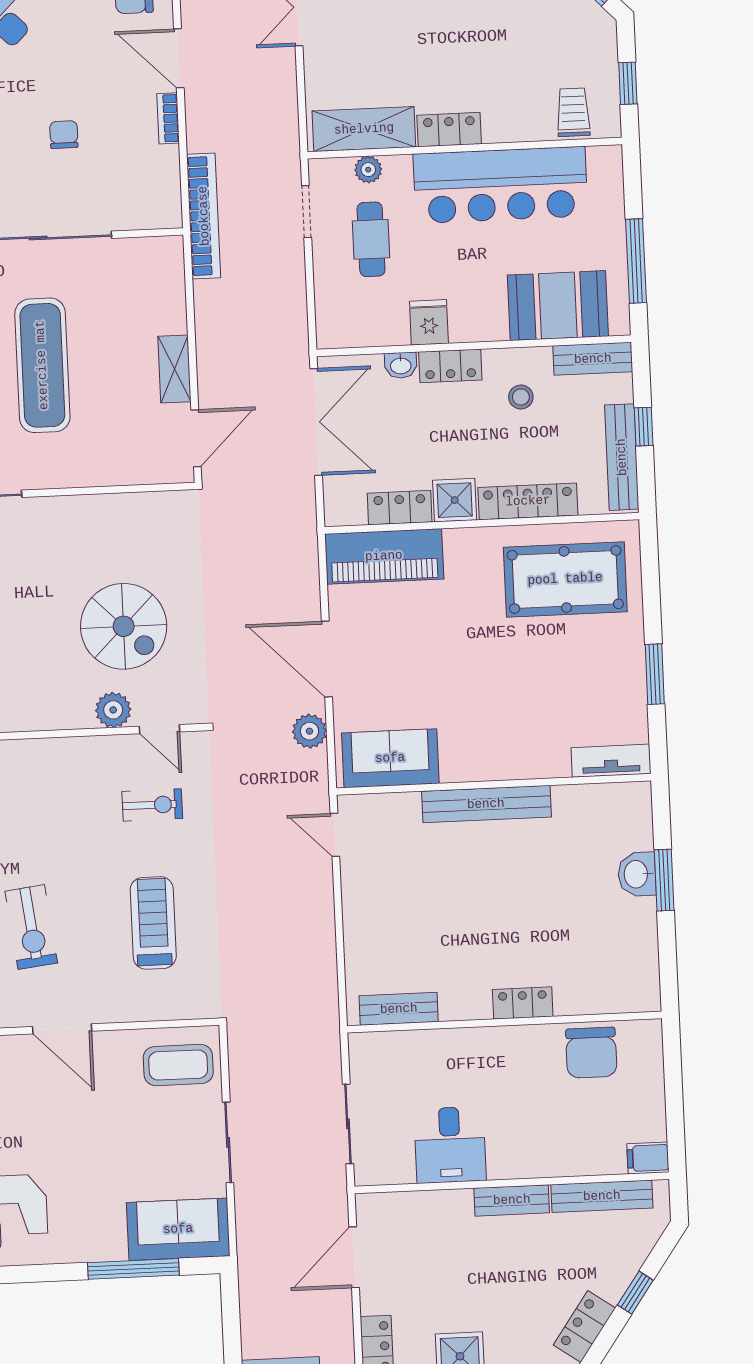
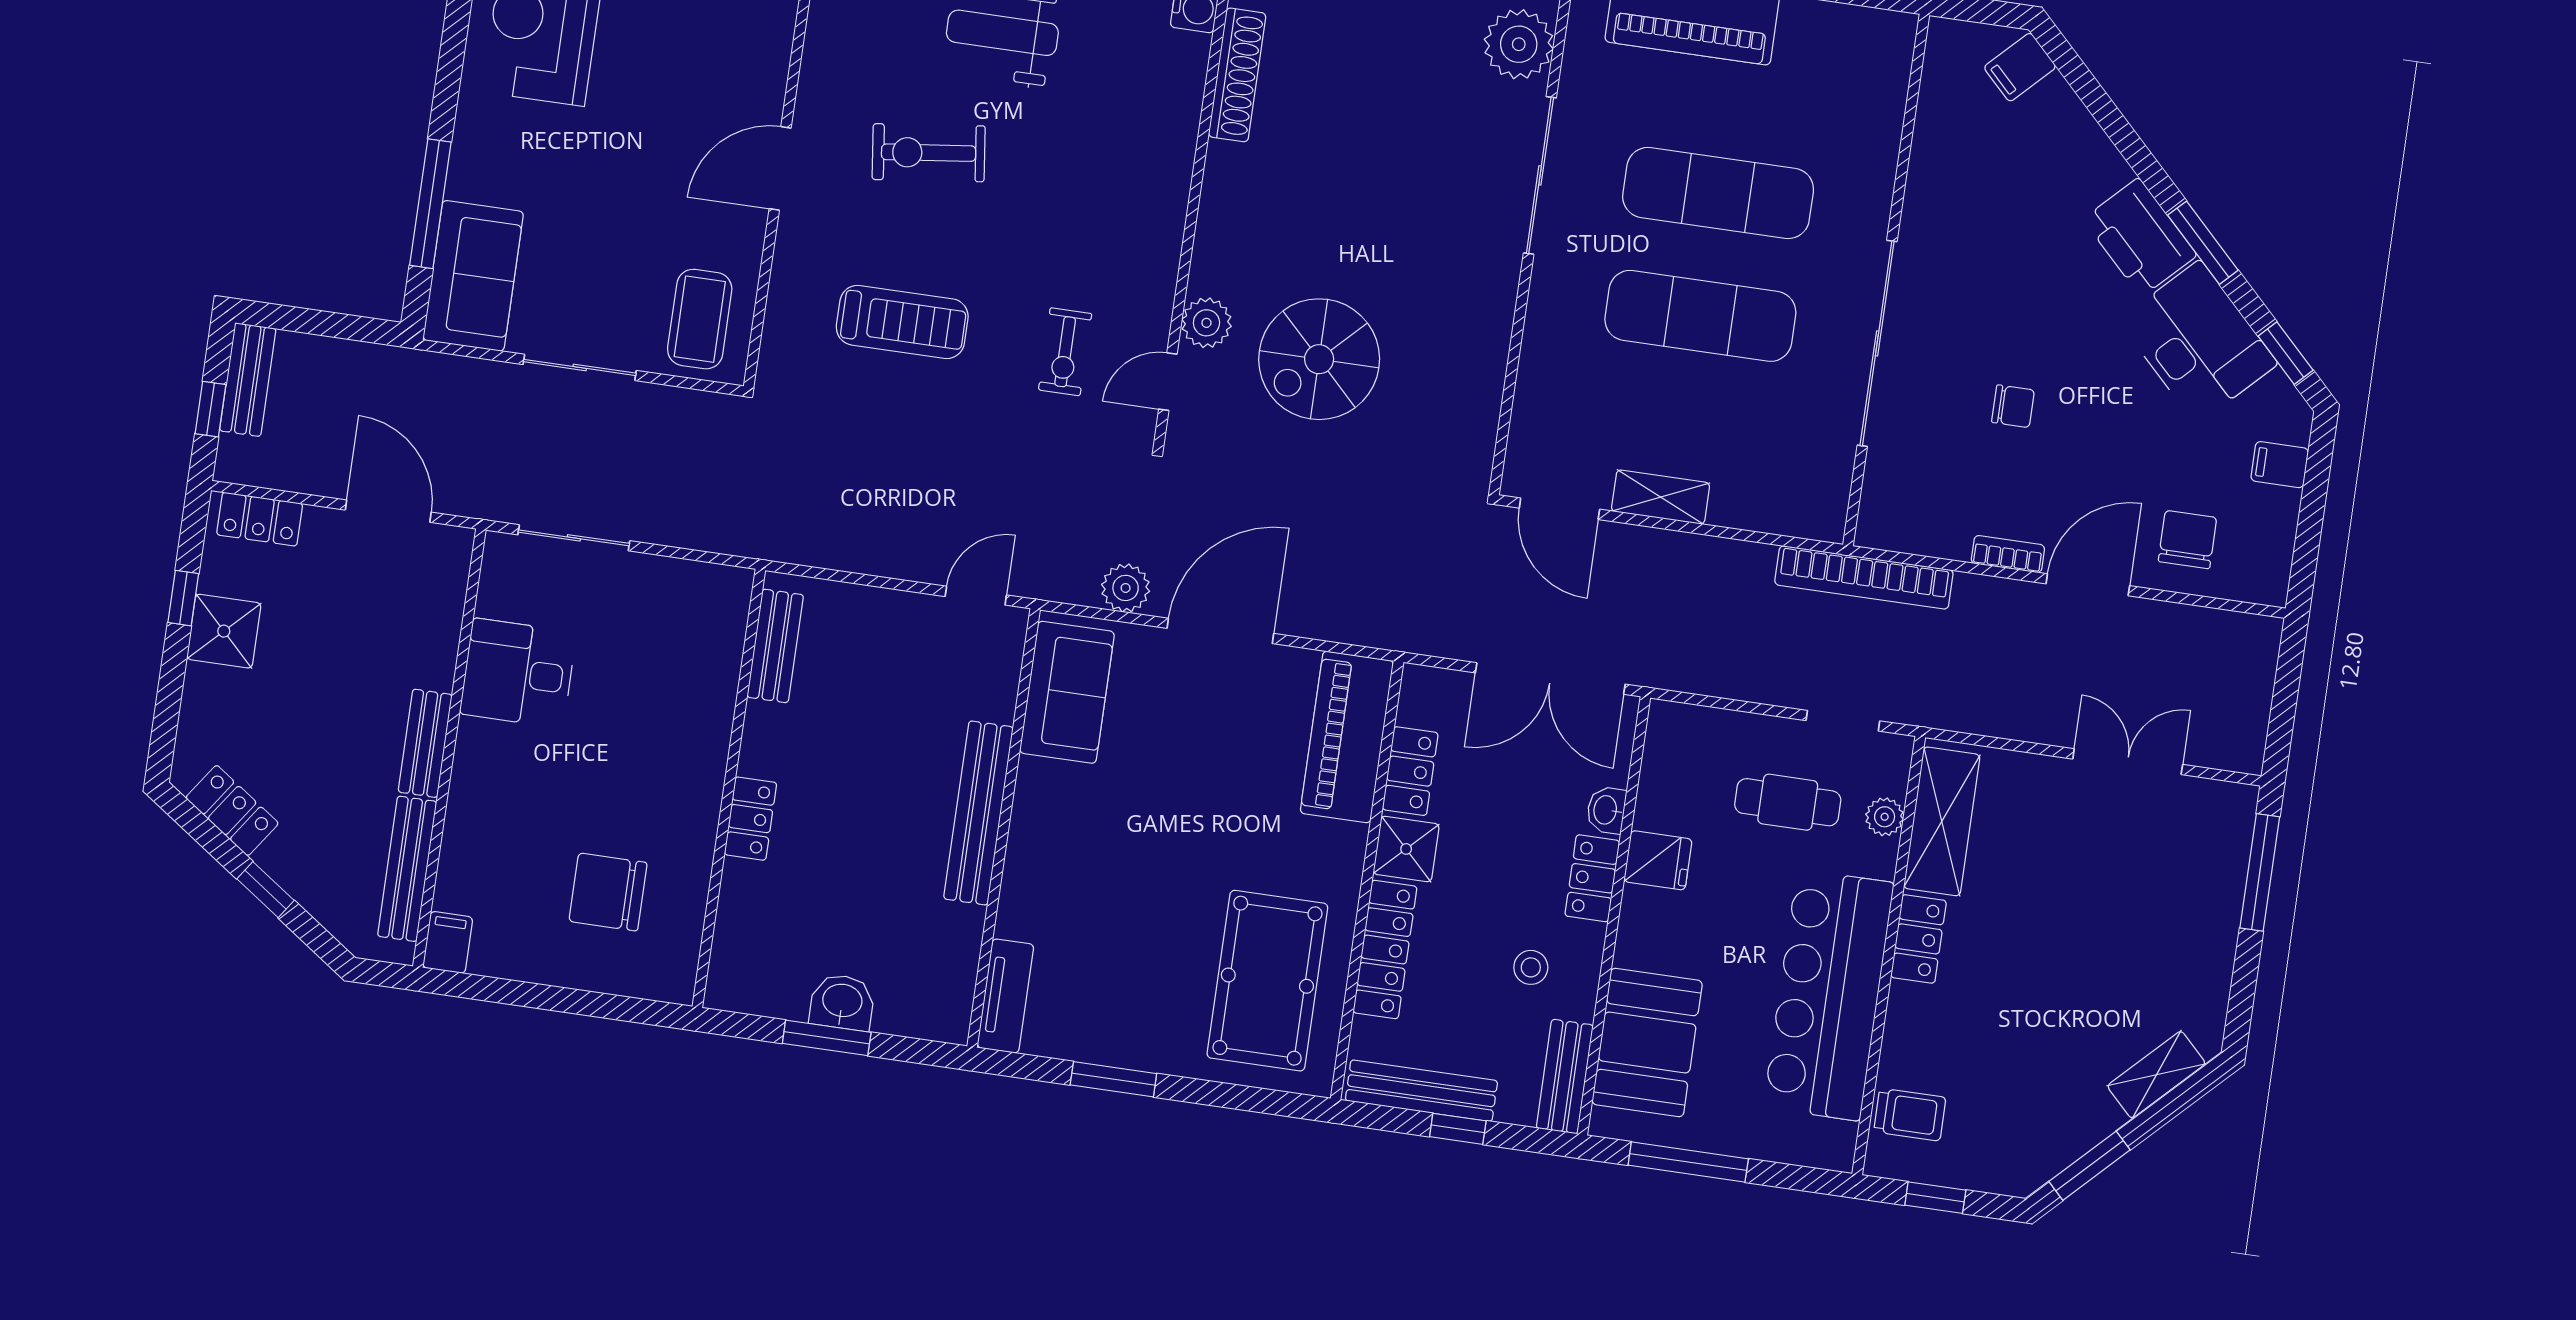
locker: (523, 1003) -> (750, 819), moved
bench: (399, 1009) -> (775, 646), moved
wall: (504, 1022) -> (729, 788), moved

